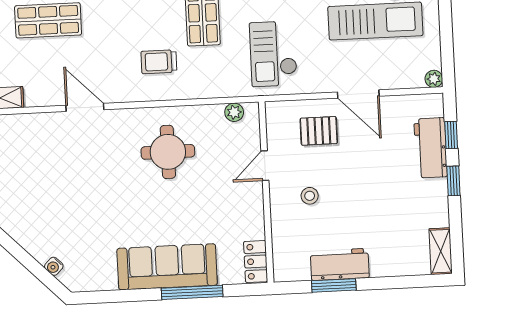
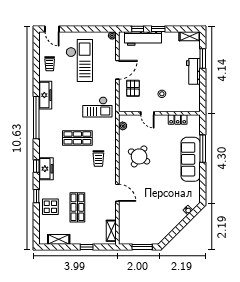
door: (85, 107) -> (117, 193), swing flipped
workbench: (431, 148) -> (143, 38), width x1.38
round table: (168, 152) -> (139, 156), turned 32
locker: (256, 262) -> (178, 119), moved
workbench: (340, 264) -> (193, 71), moved
window: (334, 285) -> (203, 58), moved

